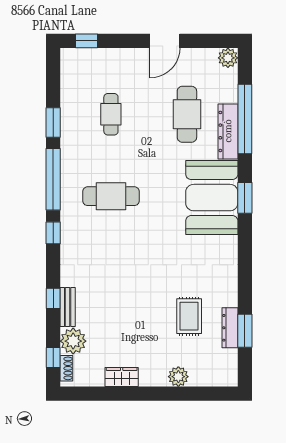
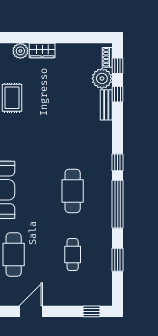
window: (53, 123) -> (118, 260), moved
cafe table: (111, 196) -> (73, 191), turned 90
window: (53, 298) -> (118, 94), moved
wardrobe: (122, 377) -> (42, 51), moved

